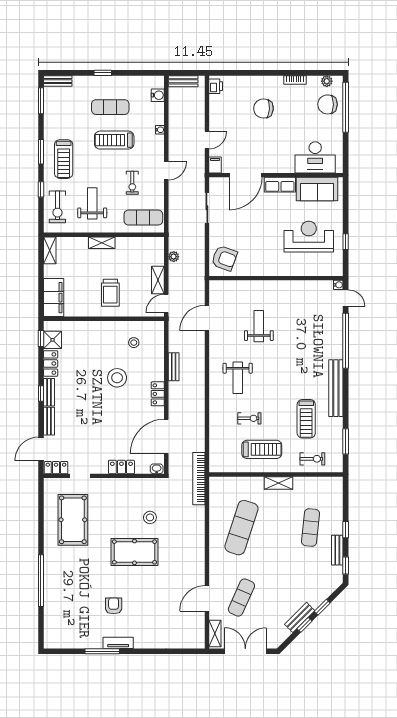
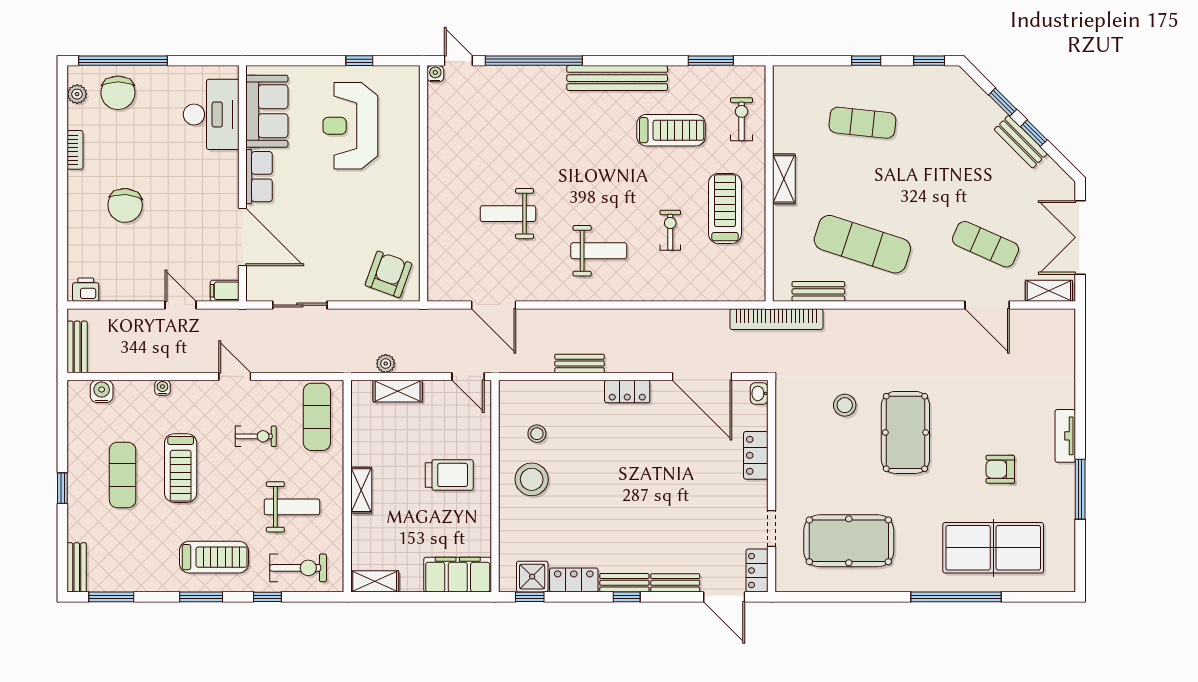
weight bench: (92, 203) -> (292, 507), turned 180
shelving: (158, 280) -> (398, 391), moved
door: (346, 298) -> (458, 61), hinge flipped
stool: (117, 378) -> (532, 479), moved
bench: (337, 550) -> (818, 291), moved
table tennis table: (69, 602) -> (993, 548), added
tv unit: (118, 643) -> (1065, 436), moved

